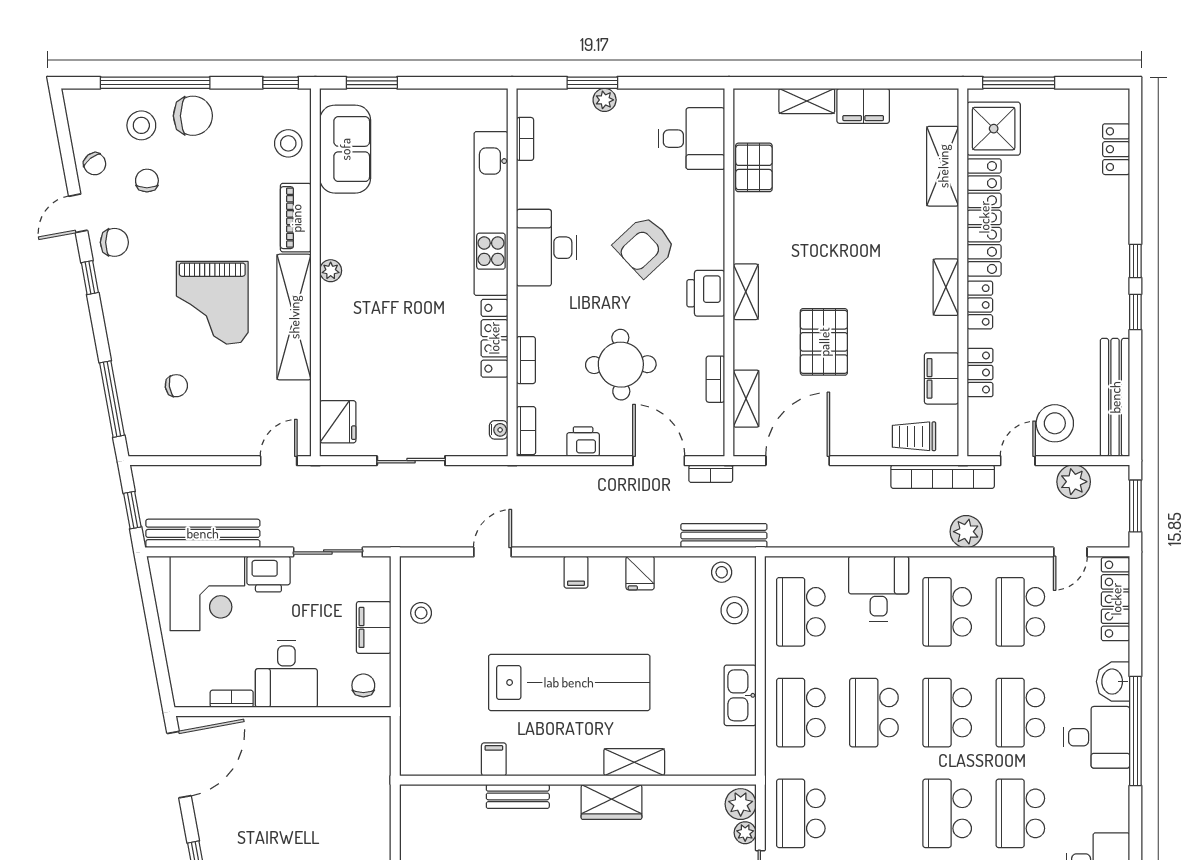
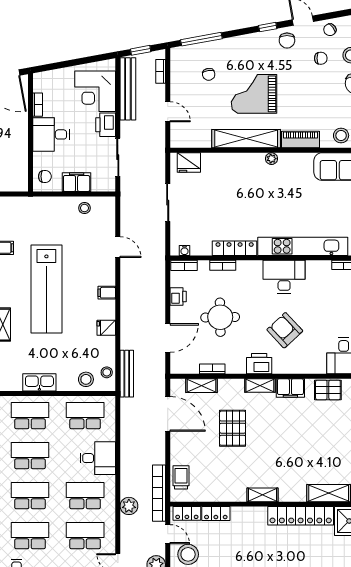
locker: (980, 305) -> (187, 513), moved
pallet: (824, 342) -> (233, 428), turned 90
filing cabinet: (941, 378) -> (290, 388), moved, turned 180
door: (279, 461) -> (168, 112), moved
bookcase: (711, 474) -> (161, 71), moved

